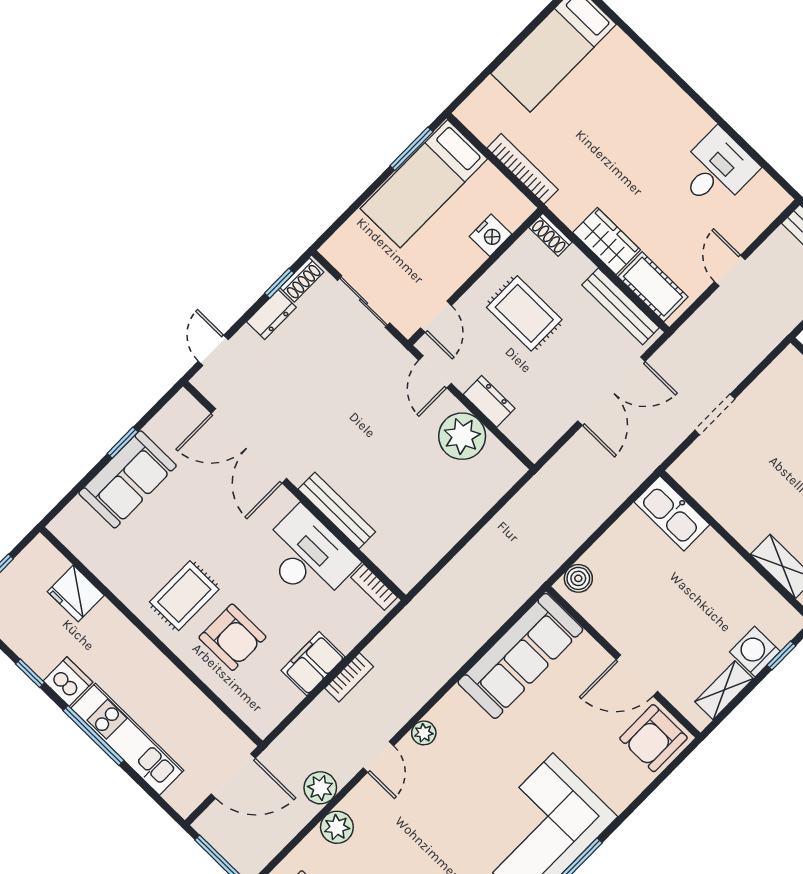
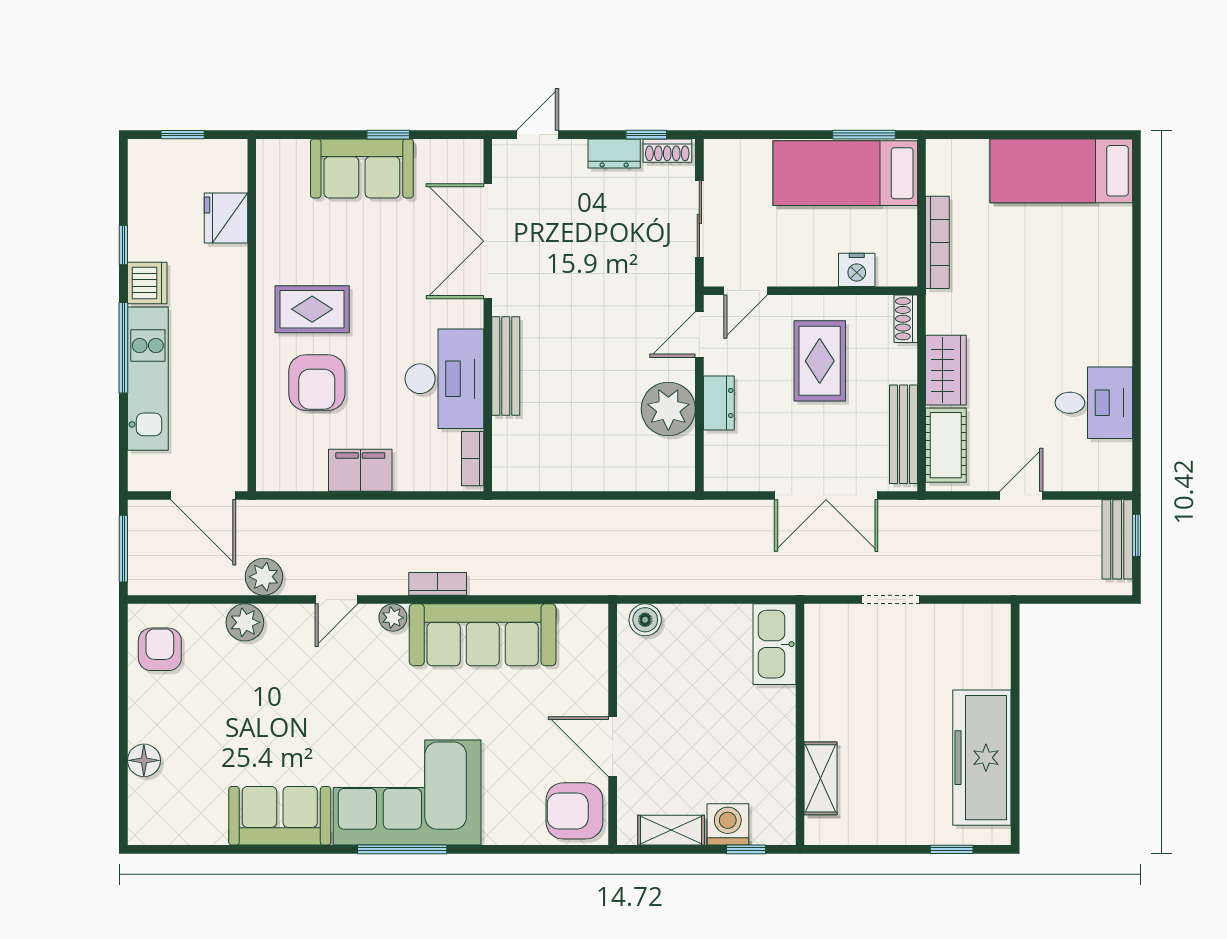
sofa: (520, 656) -> (483, 635), moved
bookcase: (349, 677) -> (438, 584), moved, turned 180

